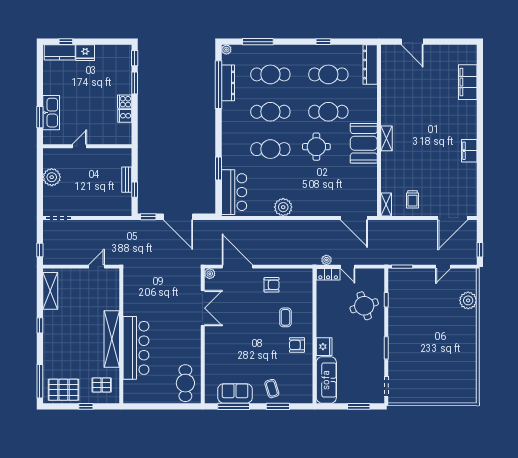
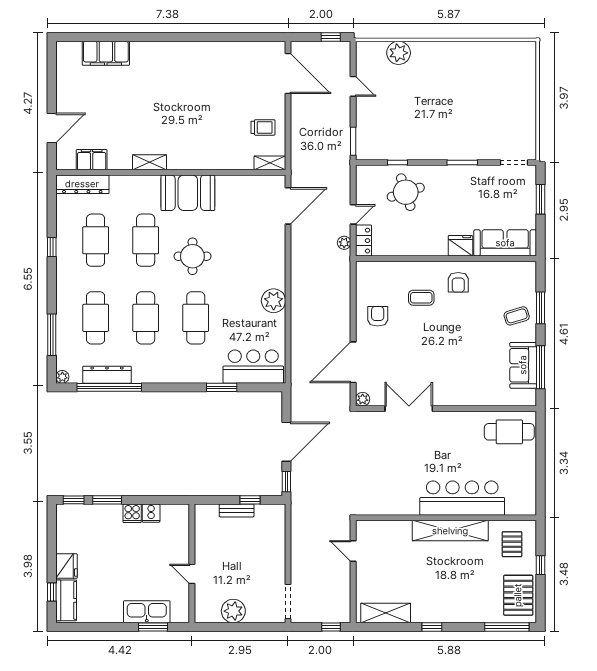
shelving: (387, 138) -> (150, 162), moved
filing cabinet: (469, 151) -> (92, 160), moved, turned 180

